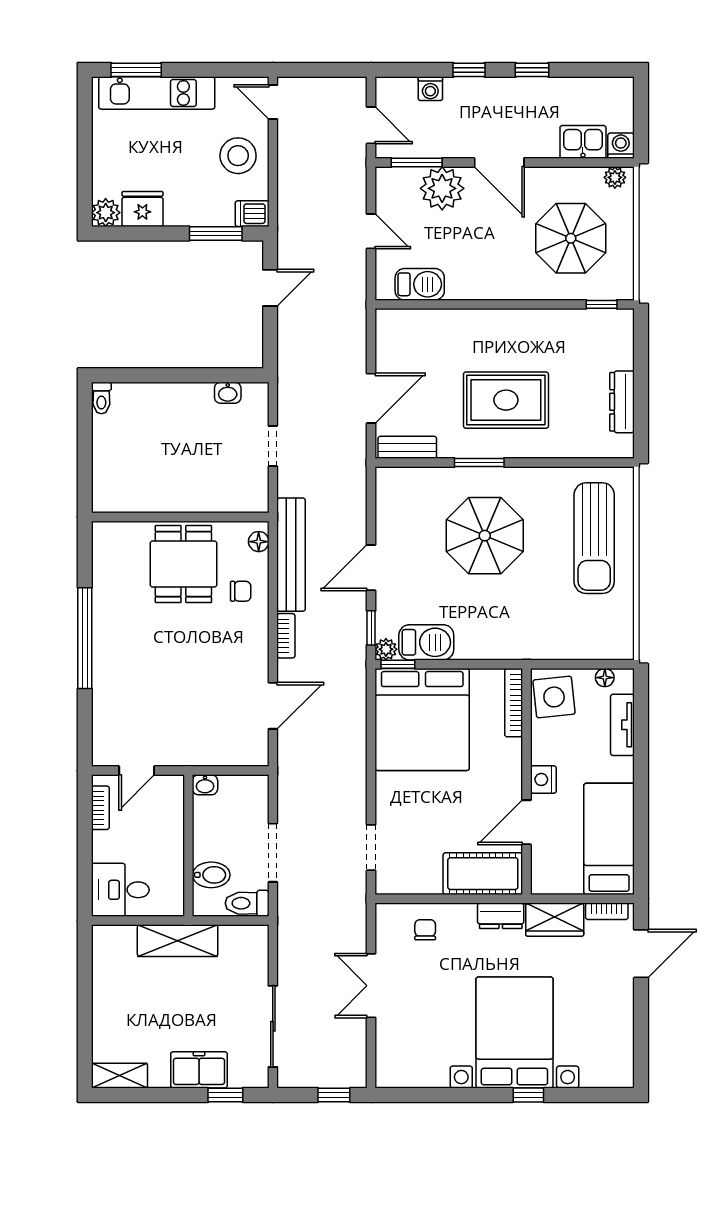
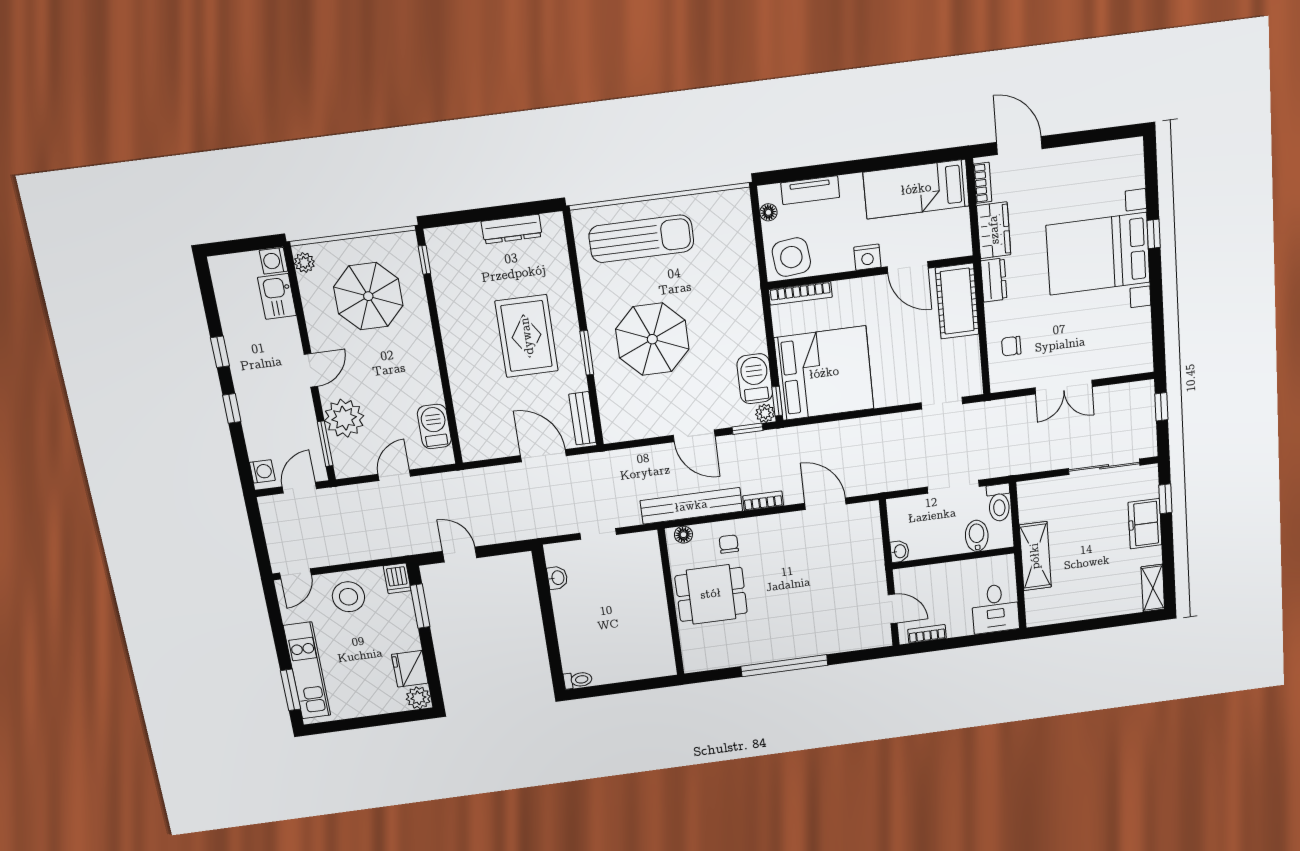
washing machine: (430, 89) -> (262, 471), moved
door: (499, 163) -> (311, 370), width x0.73

